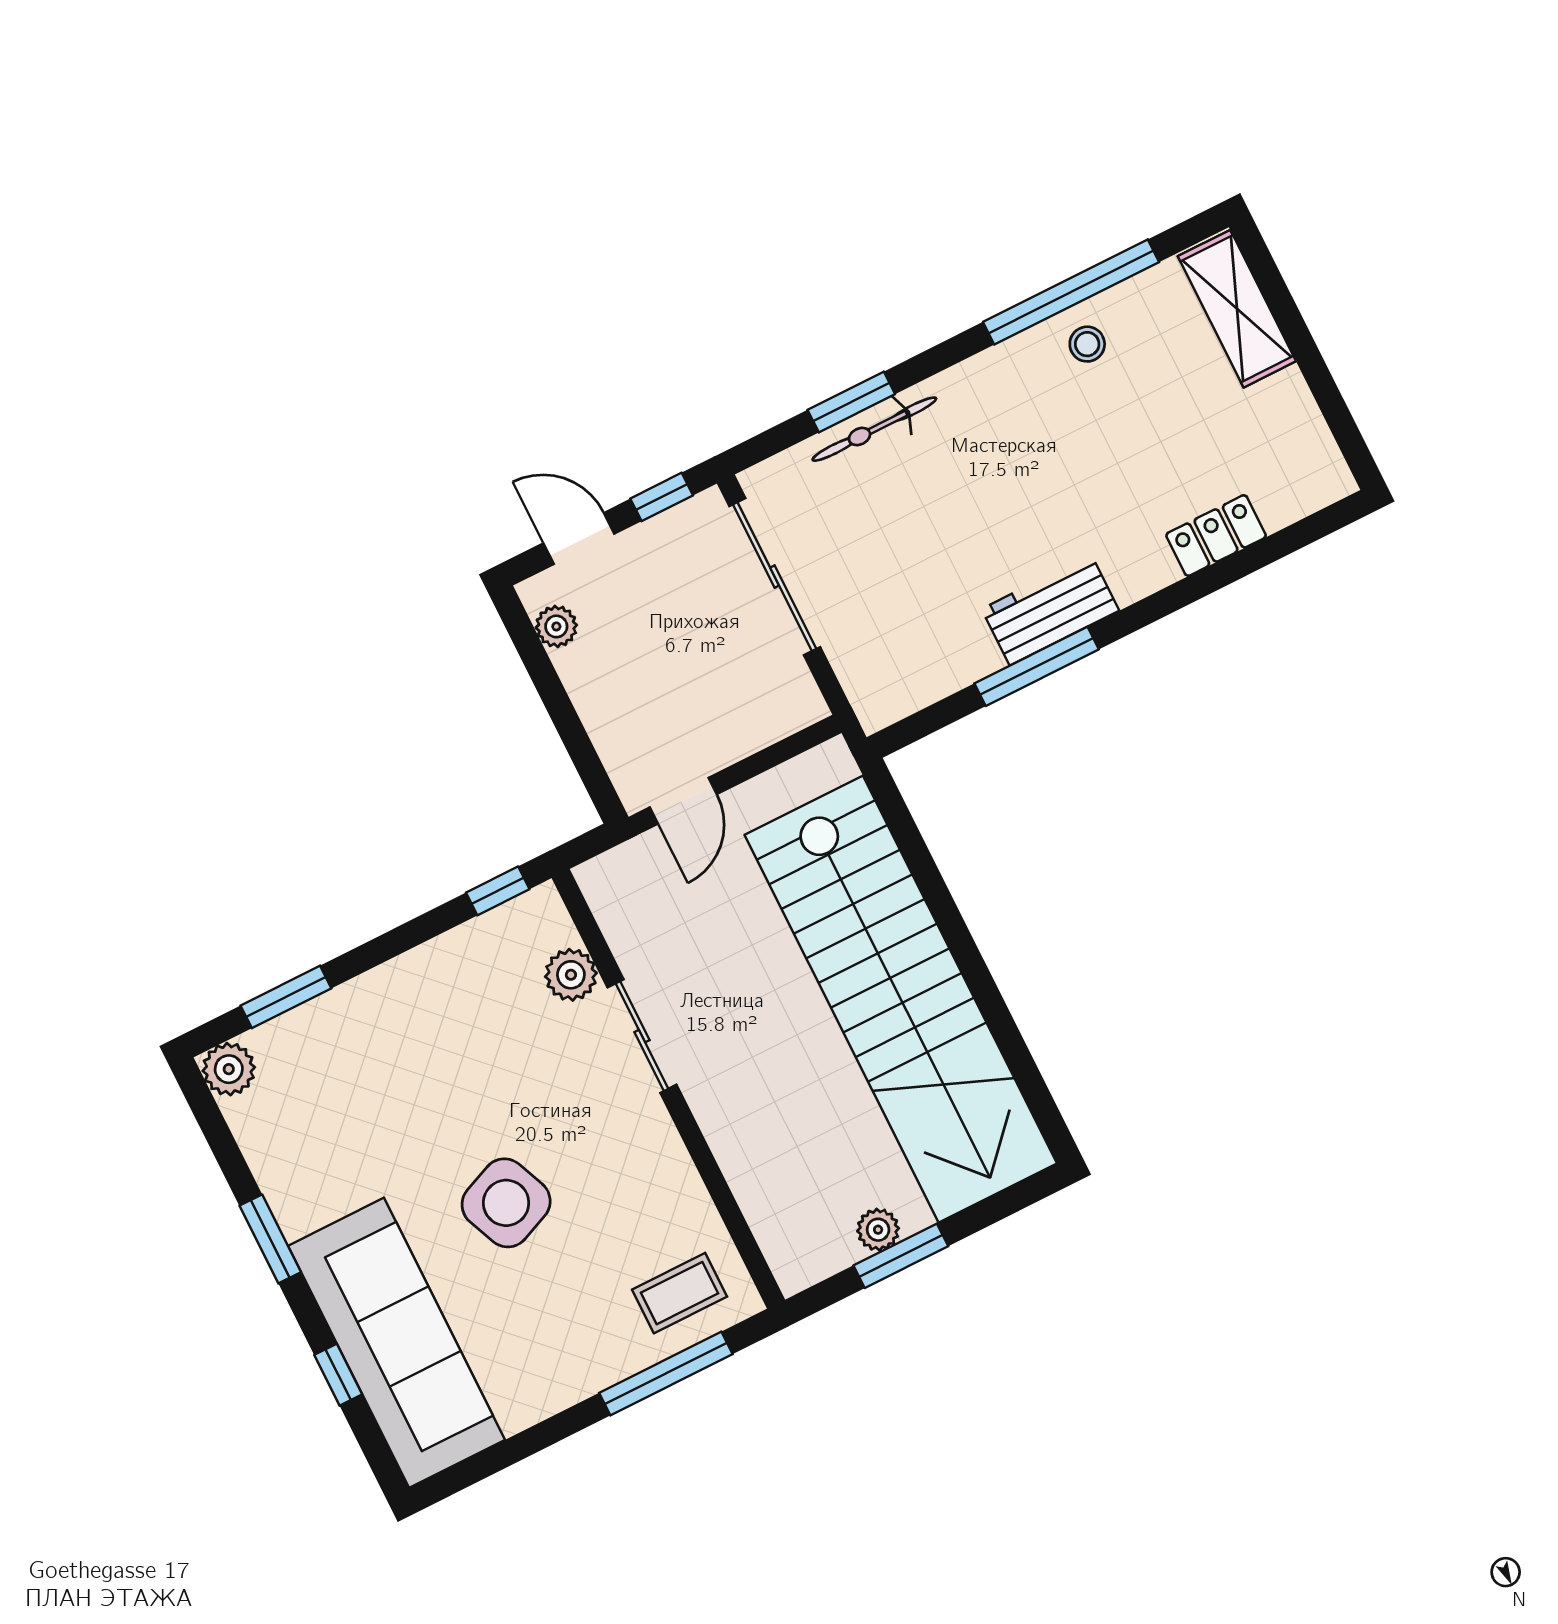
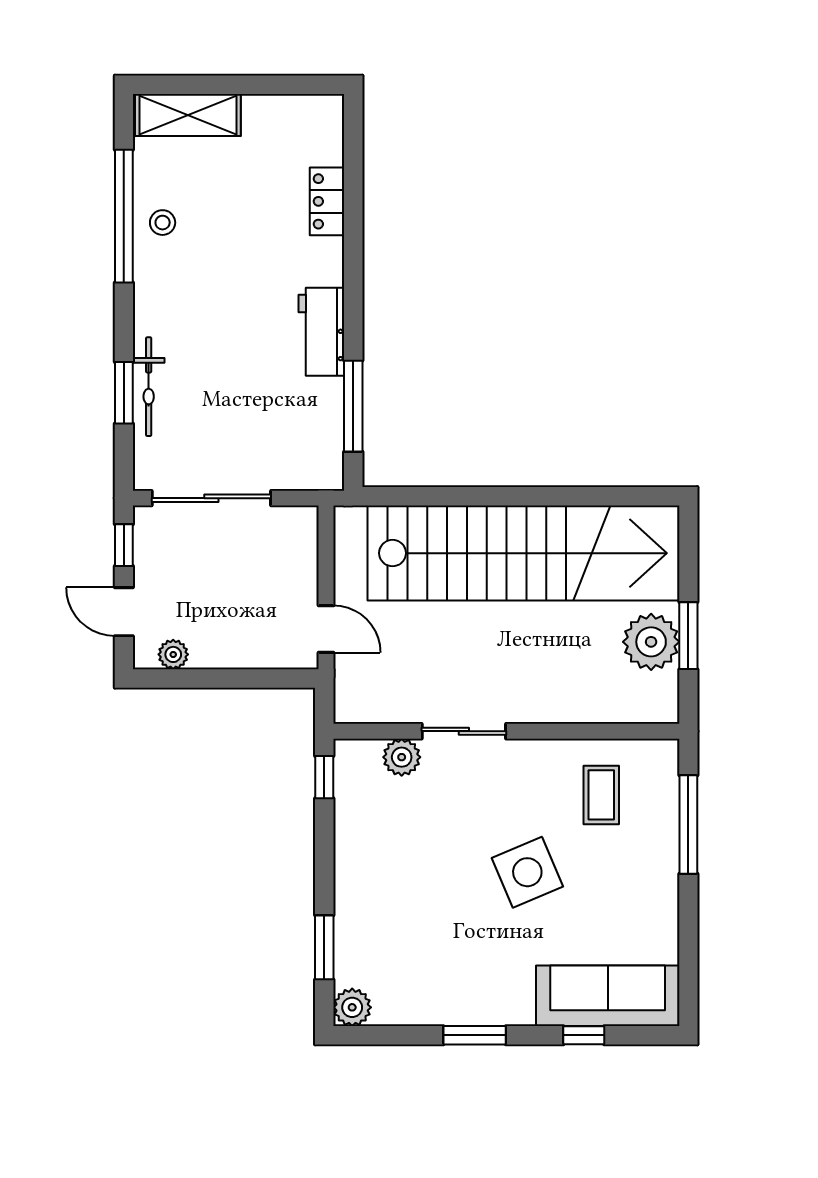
door: (579, 538) -> (124, 612), hinge flipped
window: (1037, 666) -> (353, 406), moved
plant: (878, 1230) -> (651, 642), width x1.87, depth x1.87
coffee table: (680, 1293) -> (601, 795), moved
sofa: (397, 1343) -> (608, 996), width x0.74, depth x0.79

